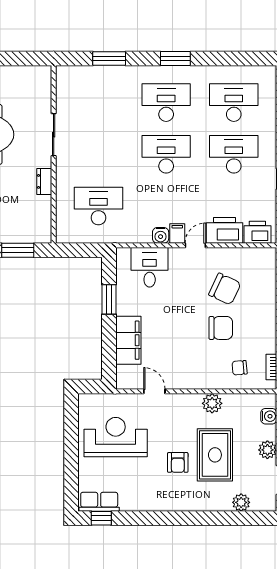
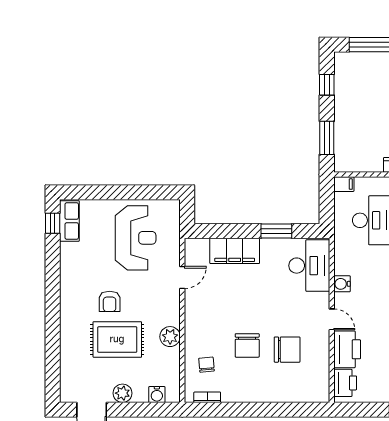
filing cabinet: (177, 234) -> (344, 184), moved
desk: (150, 267) -> (309, 266), width x1.37
chair: (225, 289) -> (287, 350), turned -115
armchair: (178, 462) -> (110, 301), turned -90
plant: (241, 502) -> (69, 366), removed

